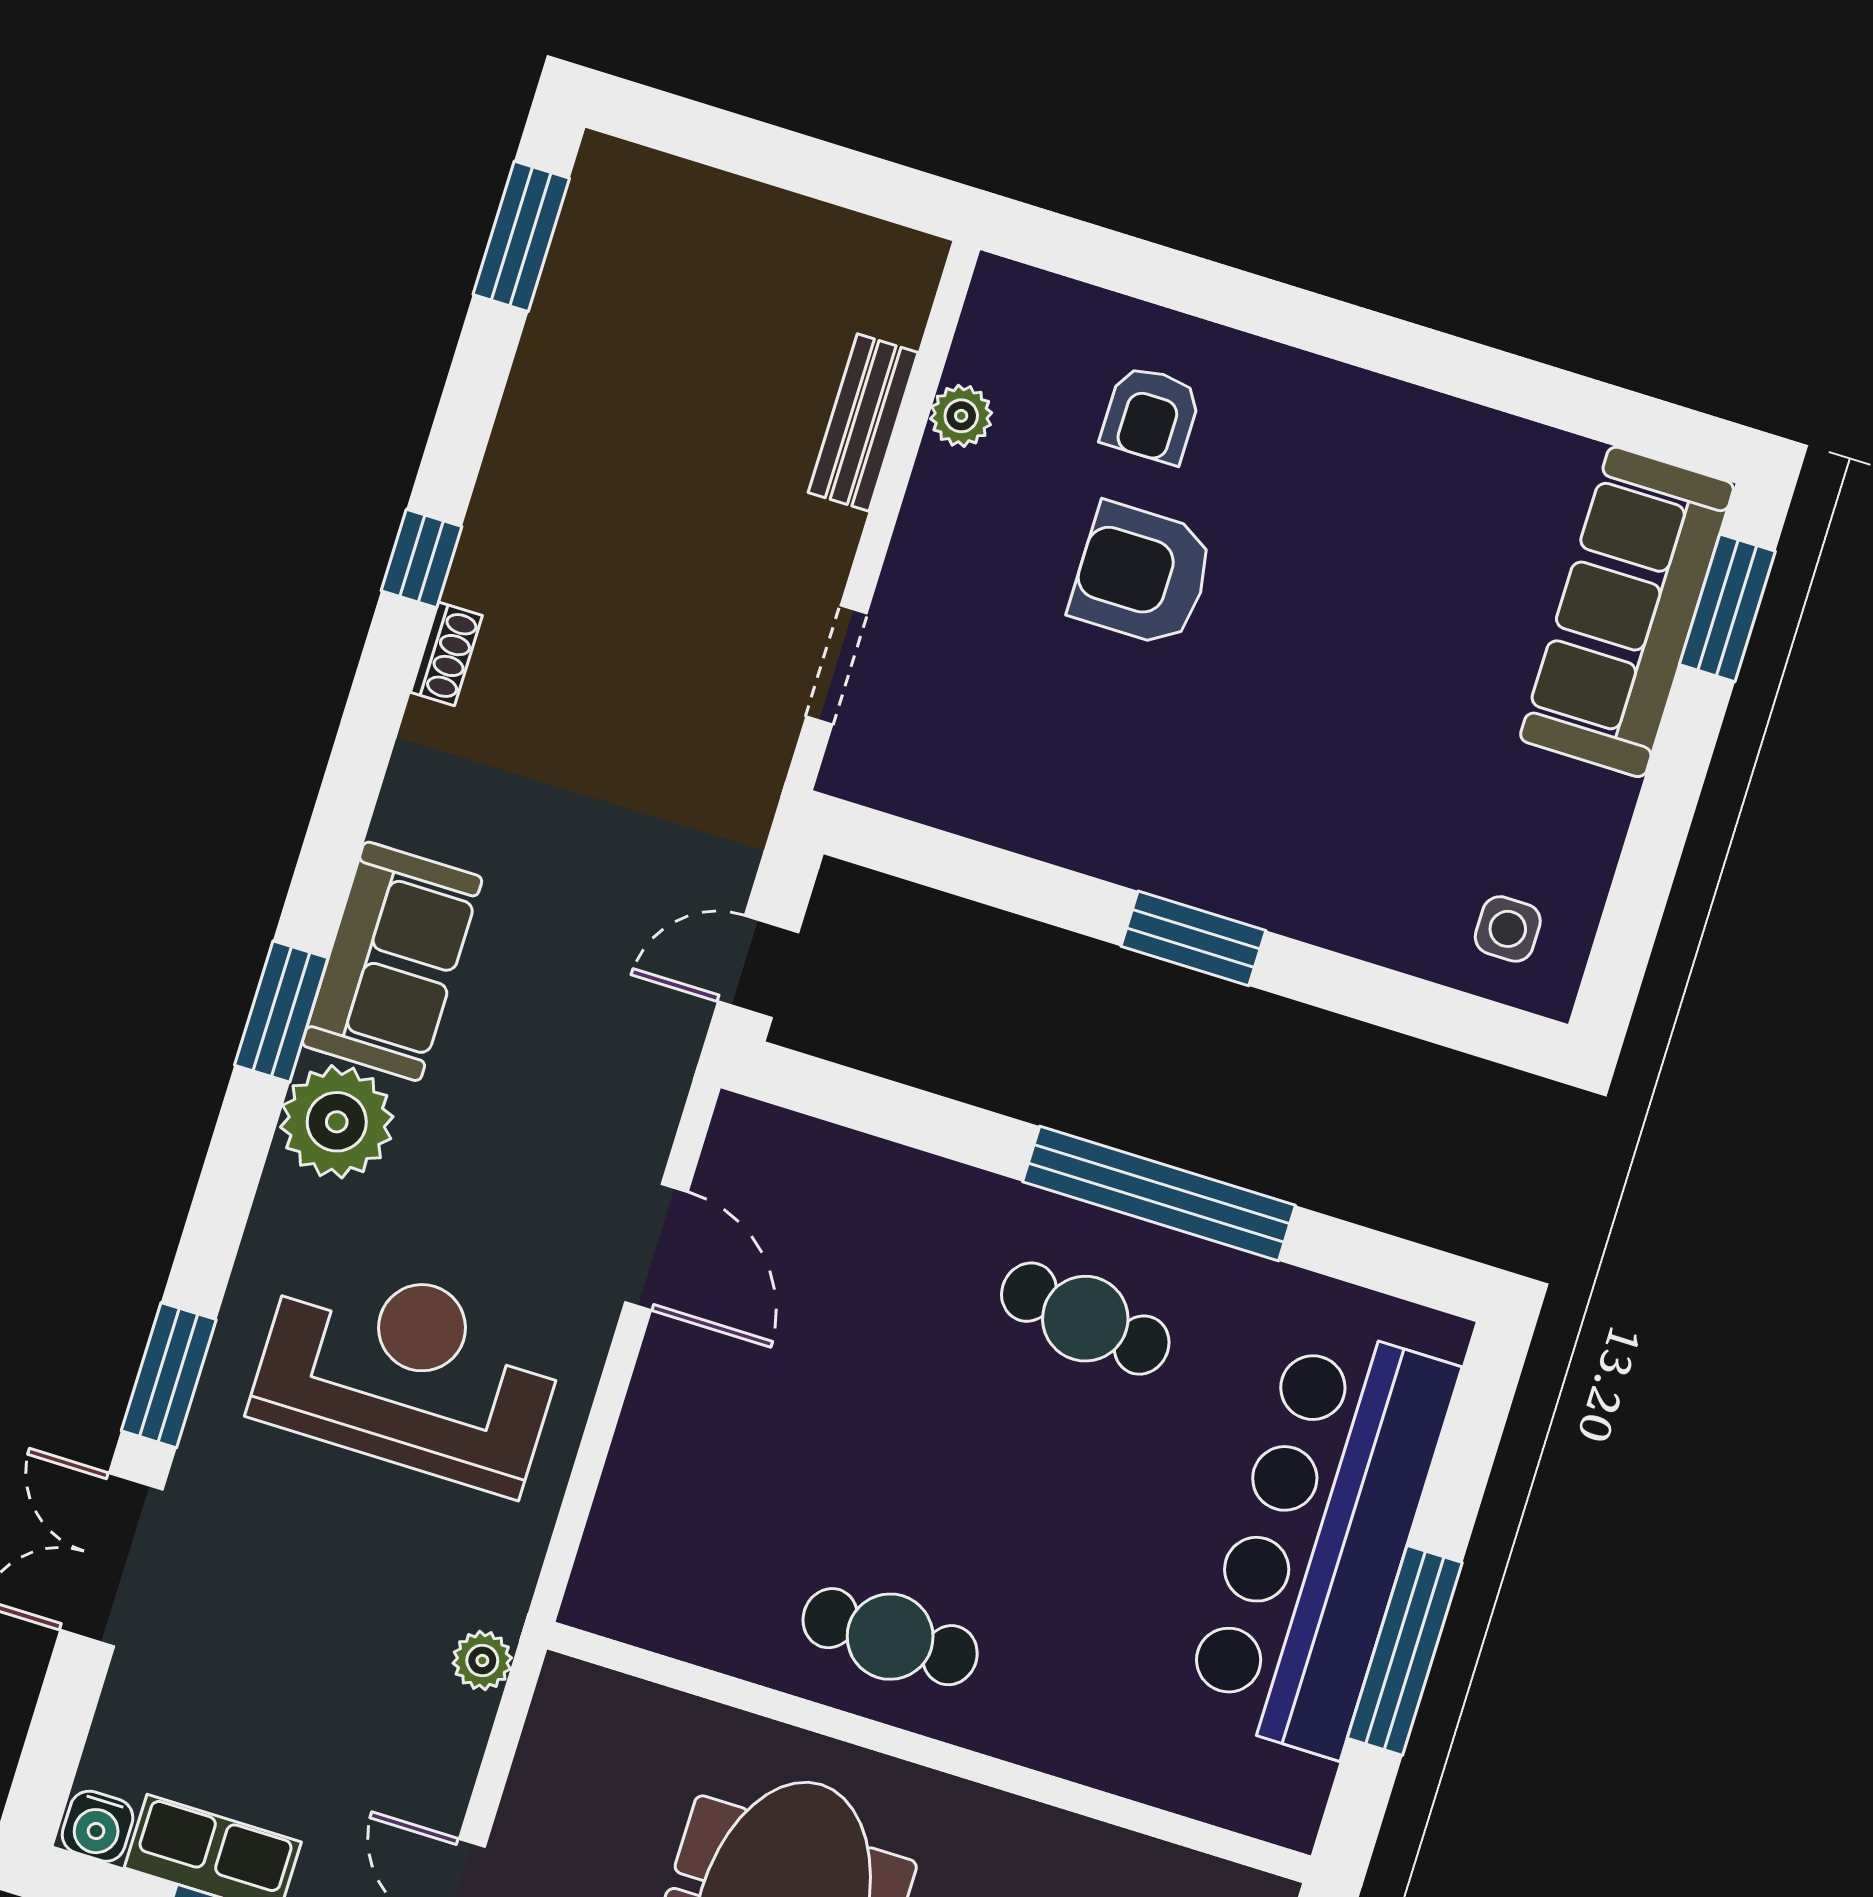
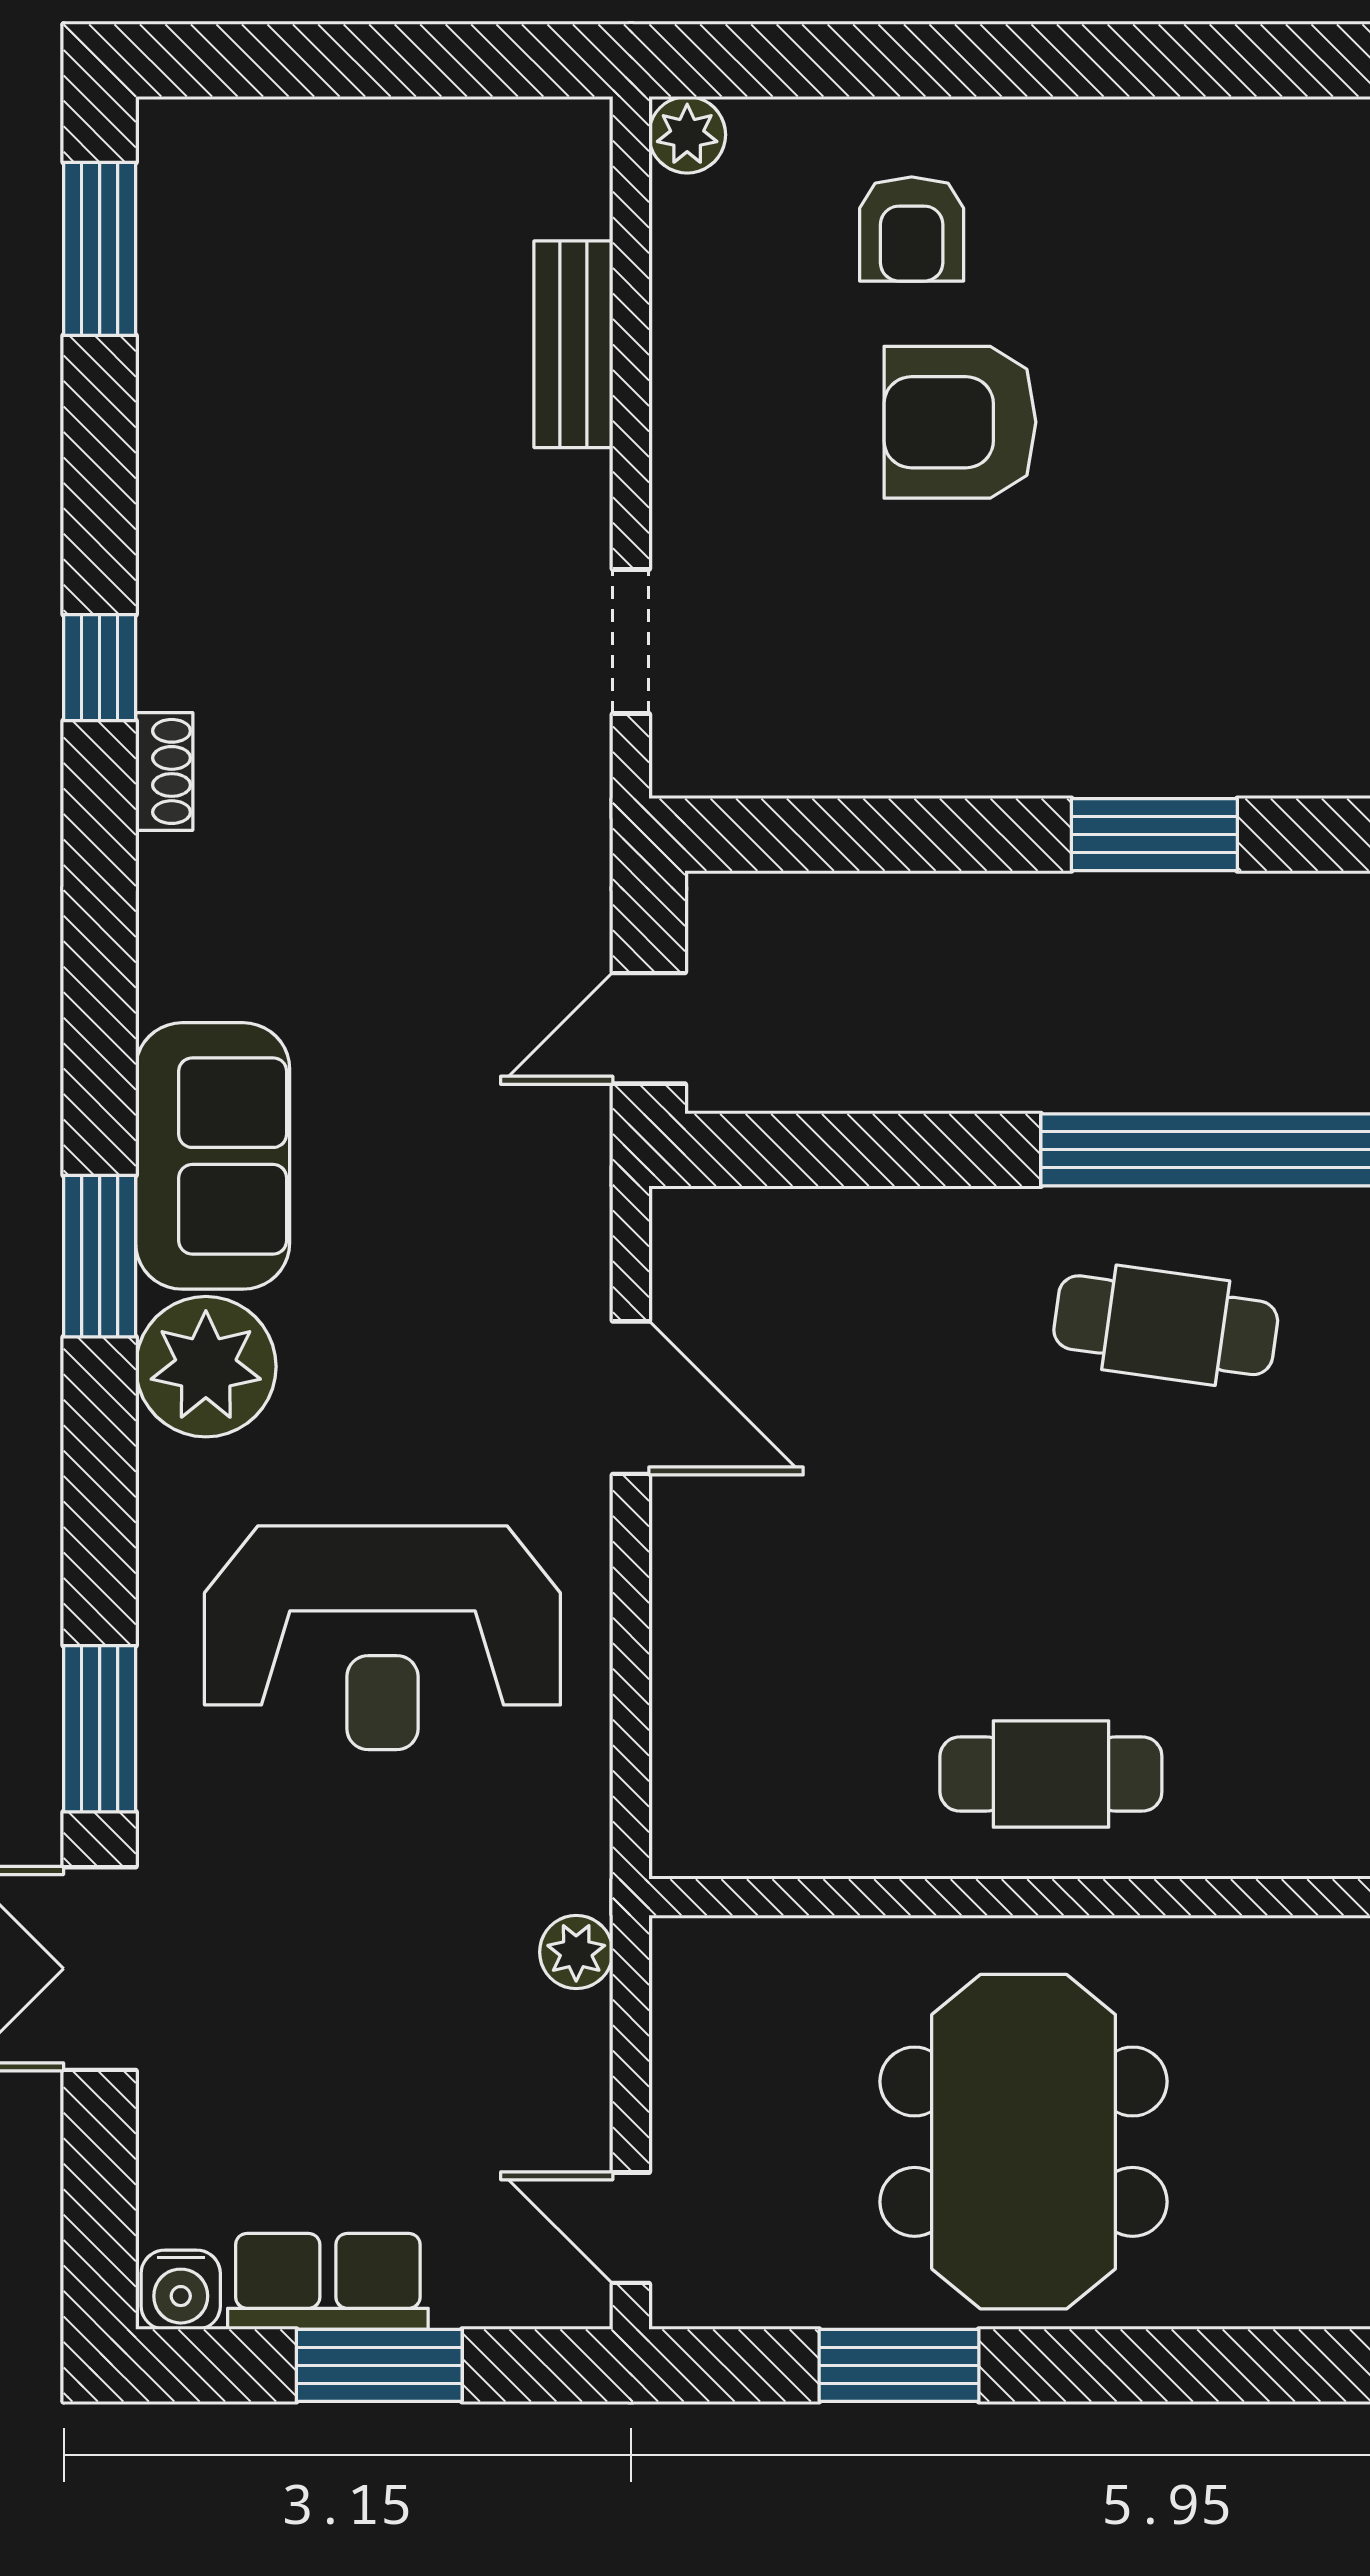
plant: (961, 416) -> (687, 135), moved
reception desk: (408, 1373) -> (382, 1638), turned 180

